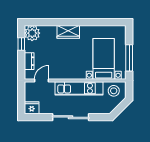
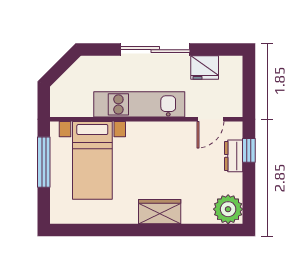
window: (21, 44) -> (249, 150), moved
stool: (114, 91) -> (73, 100), removed
fridge: (32, 108) -> (205, 68), moved

